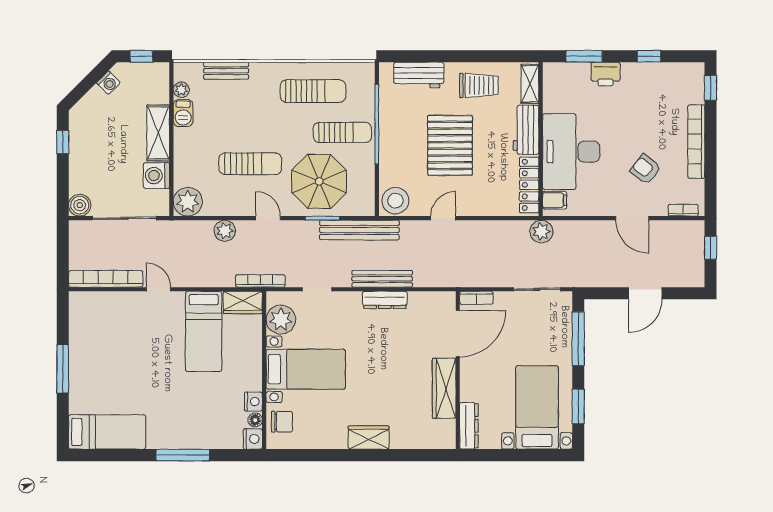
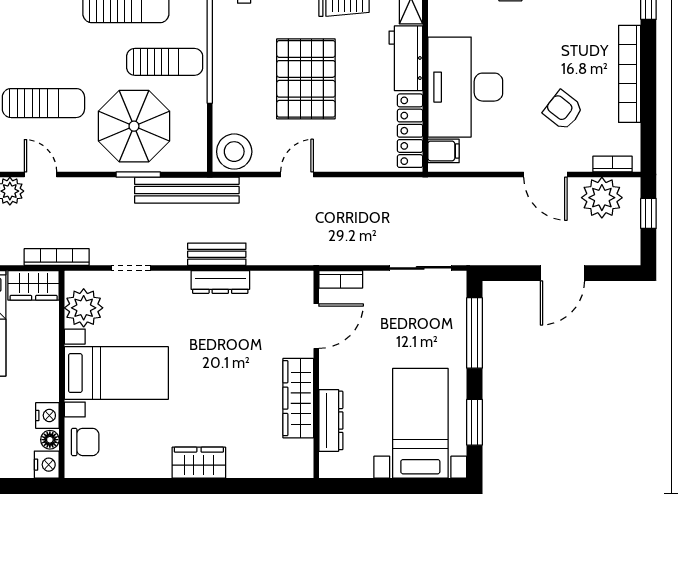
door: (268, 218) -> (40, 174), moved
plant: (541, 232) -> (602, 198), moved, width x1.36, depth x1.36
bench: (382, 279) -> (217, 254), width x0.73
door: (458, 334) -> (316, 326), width x0.73
dresser: (469, 426) -> (331, 420), moved

